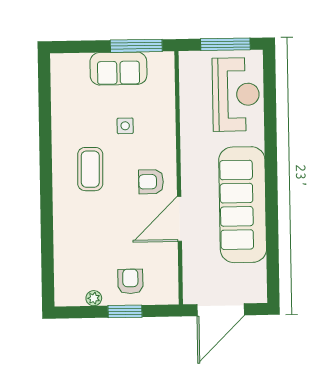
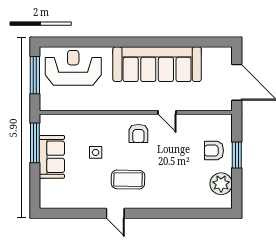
door: (46, 153) -> (115, 213), added
door: (179, 219) -> (167, 112), width x0.53
plant: (94, 298) -> (221, 184), width x1.87, depth x1.87

